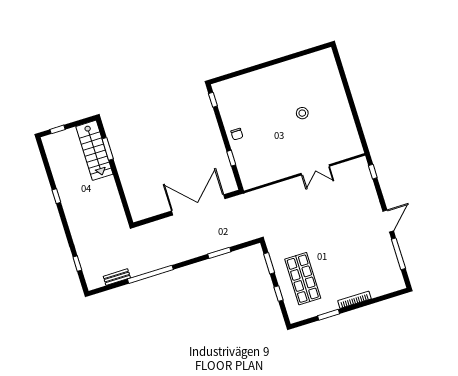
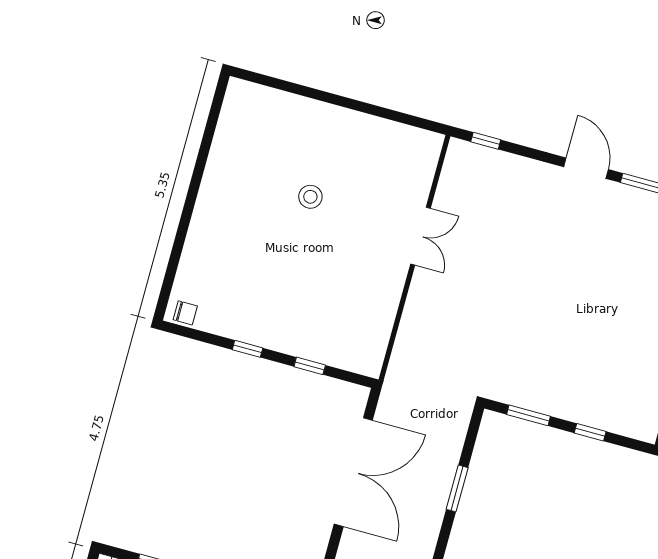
window: (213, 100) -> (248, 349), moved
chair: (237, 134) -> (185, 313), moved
double door: (198, 205) -> (353, 472), swing flipped
shop shelf: (303, 279) -> (591, 375), removed

